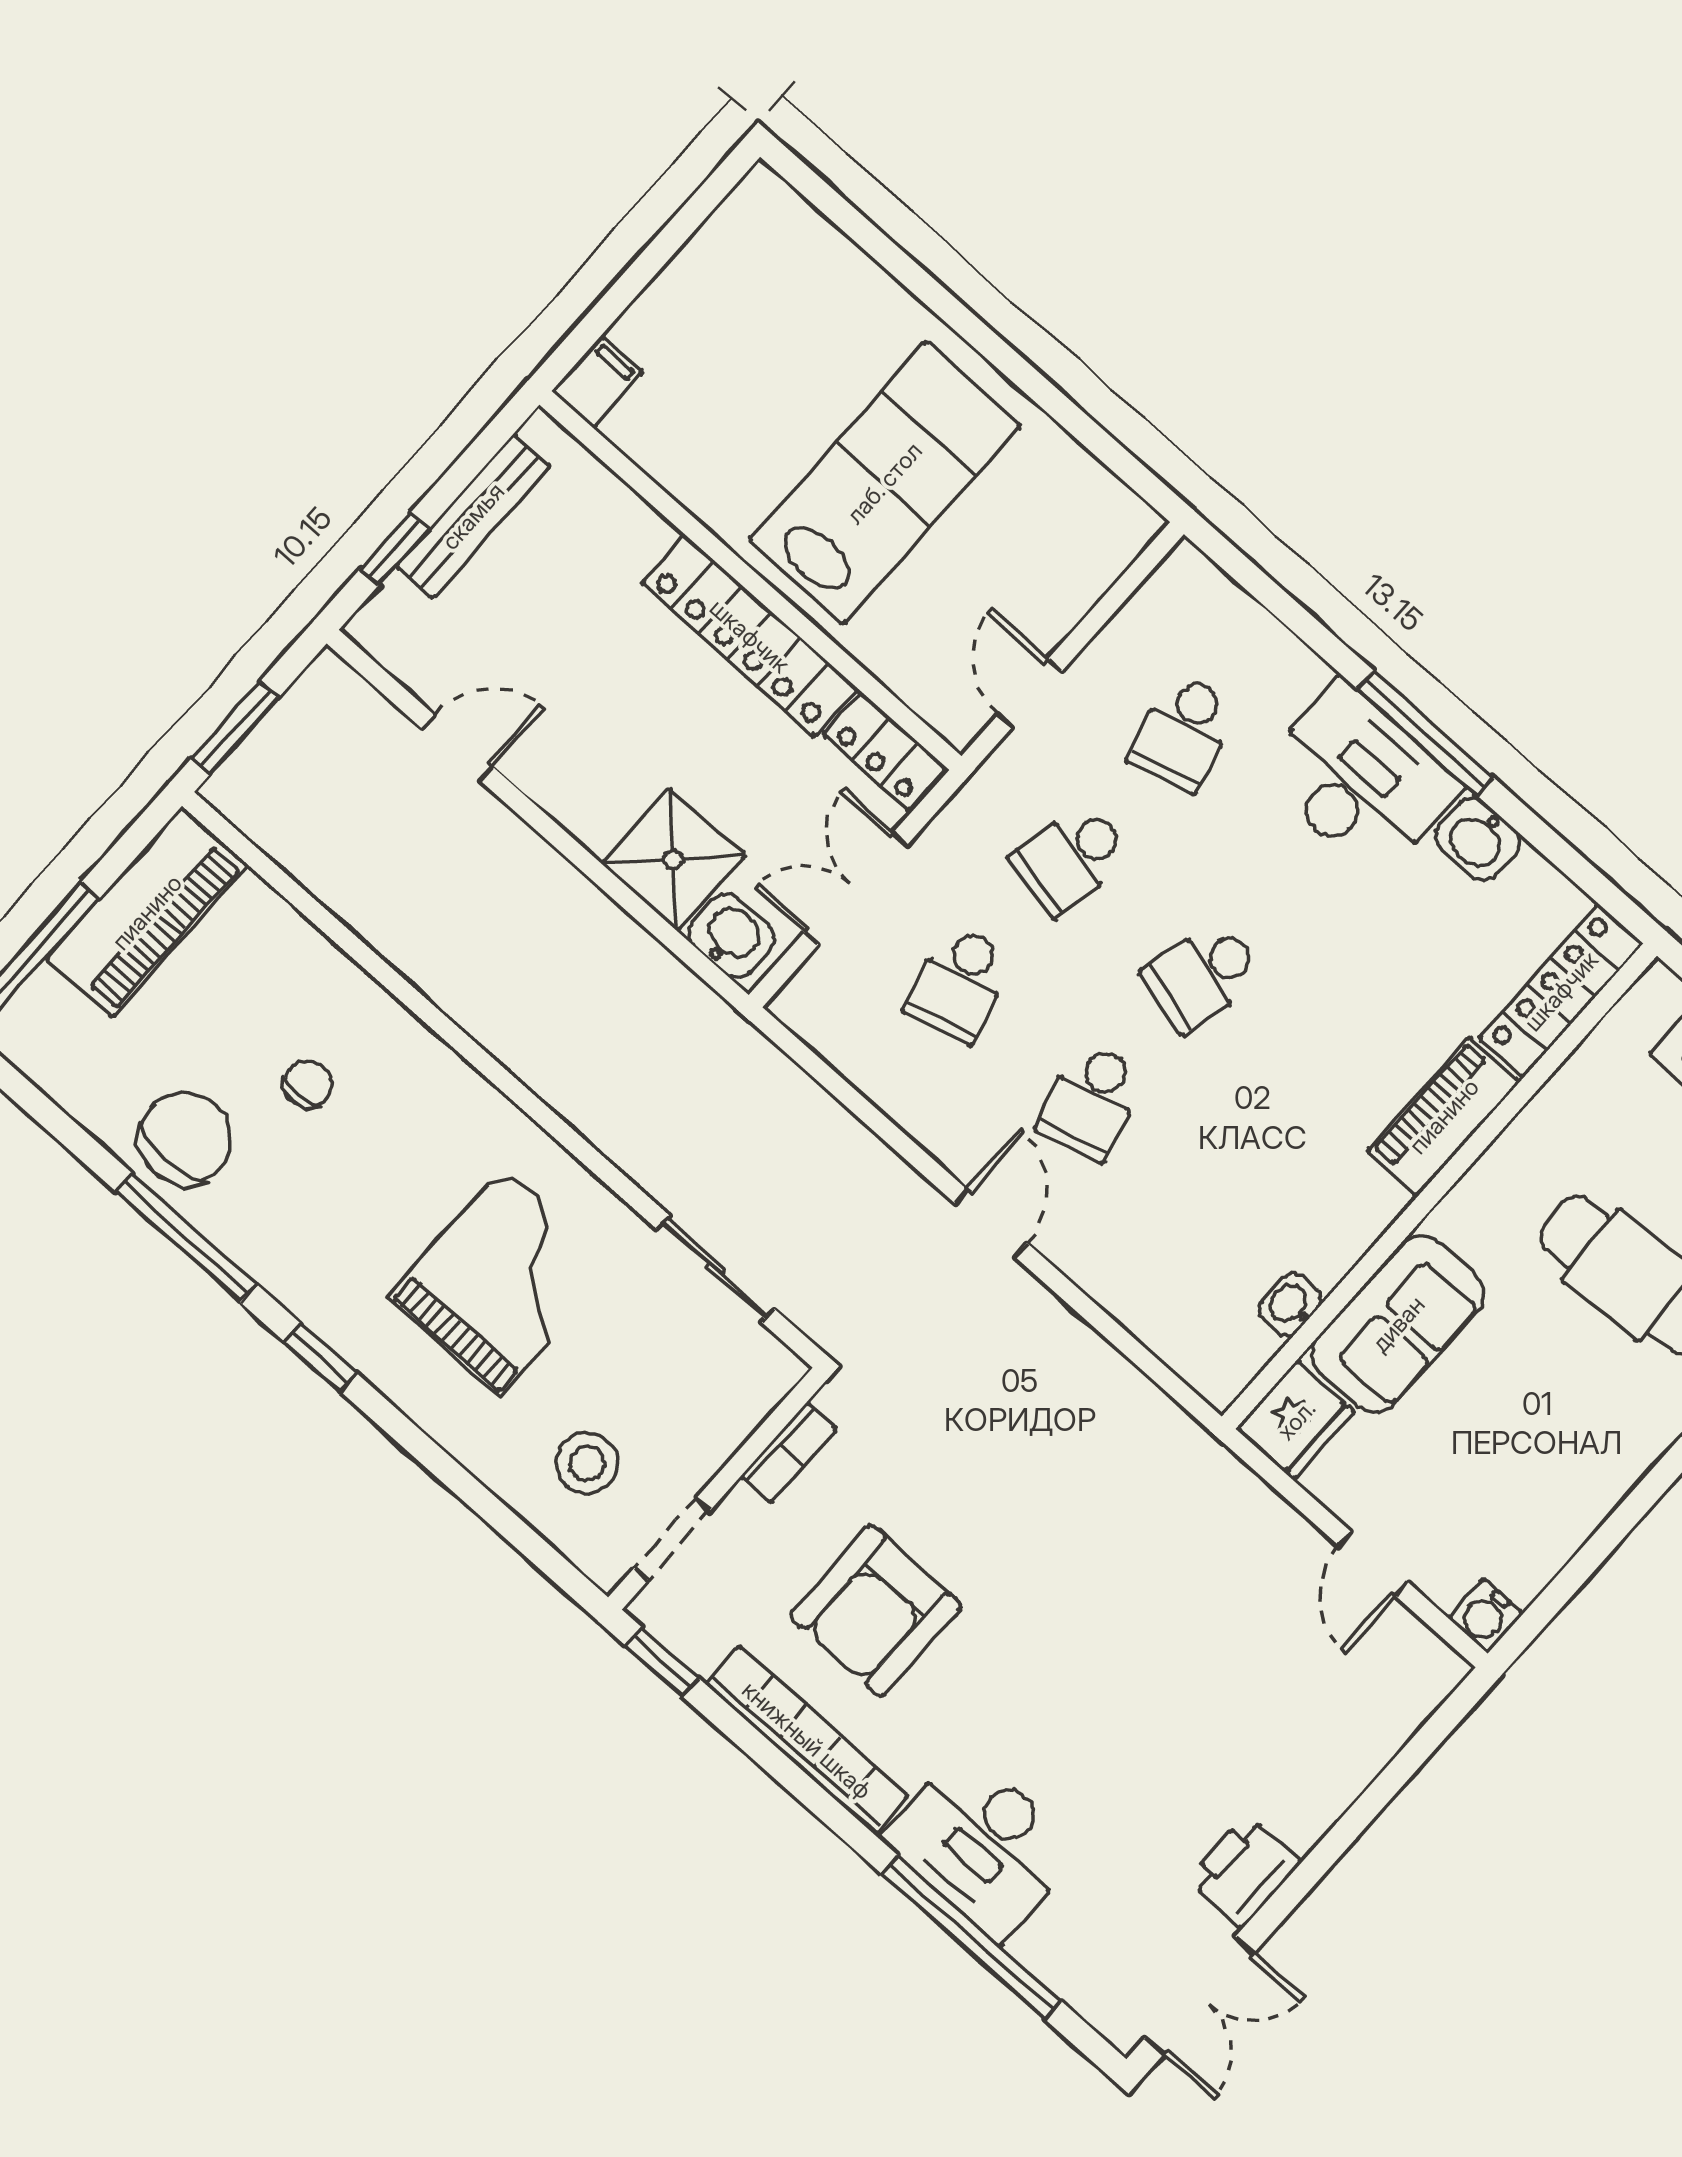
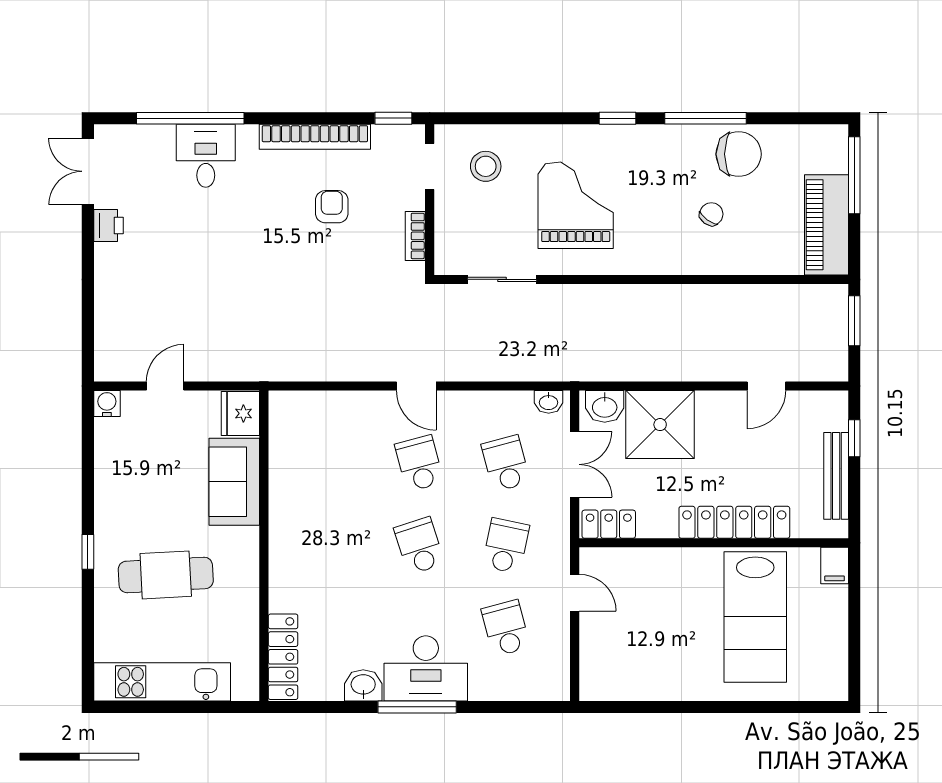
lab bench: (884, 483) -> (755, 617), moved
locker: (750, 636) -> (734, 522), moved
shower: (673, 860) -> (660, 425), width x1.37, depth x1.37
school desk: (1203, 975) -> (419, 546), turned -33
chair: (308, 1084) -> (711, 214), turned -144
piano: (1444, 1116) -> (285, 573), removed
chair: (185, 1139) -> (739, 154), turned -90
grand piano: (503, 1282) -> (576, 205), turned 180
washbasin: (1290, 1305) -> (549, 402), moved, turned 90
door: (1373, 1564) -> (165, 386), hinge flipped
armchair: (876, 1611) -> (332, 207), width x0.53, depth x0.53
desk: (982, 1844) -> (206, 156), width x0.73
printer: (1244, 1871) -> (108, 225), width x0.73, depth x0.81

